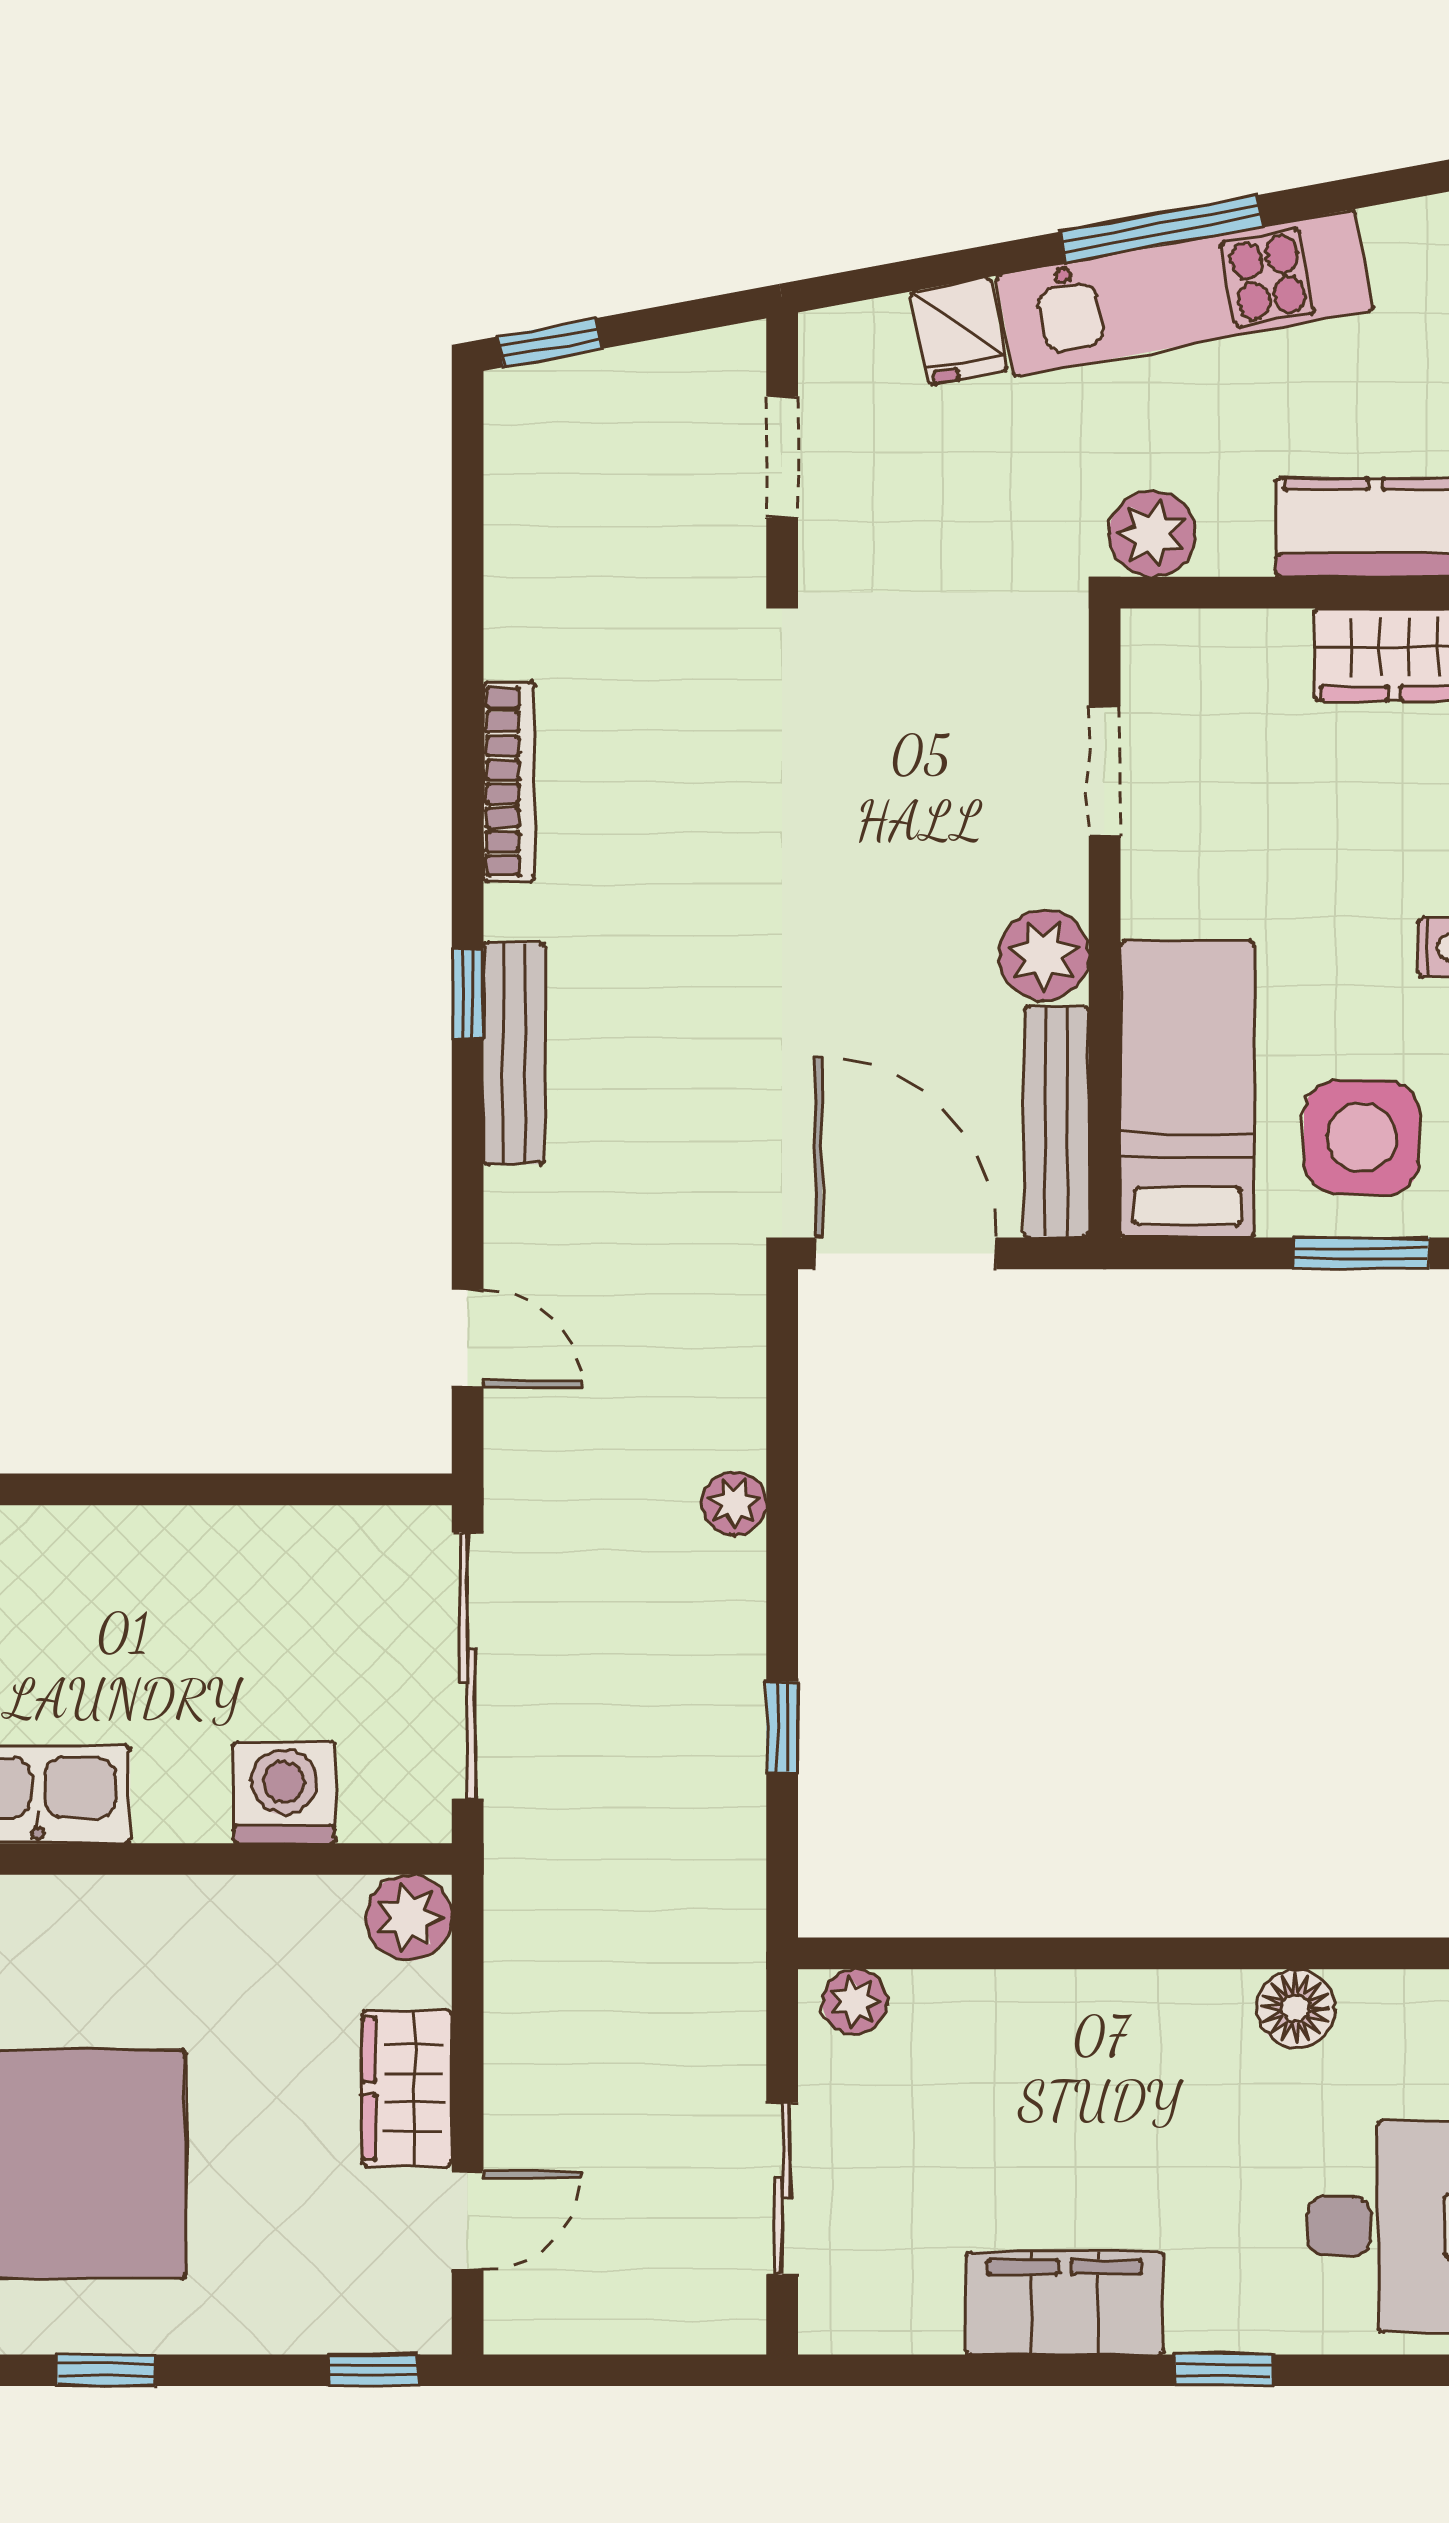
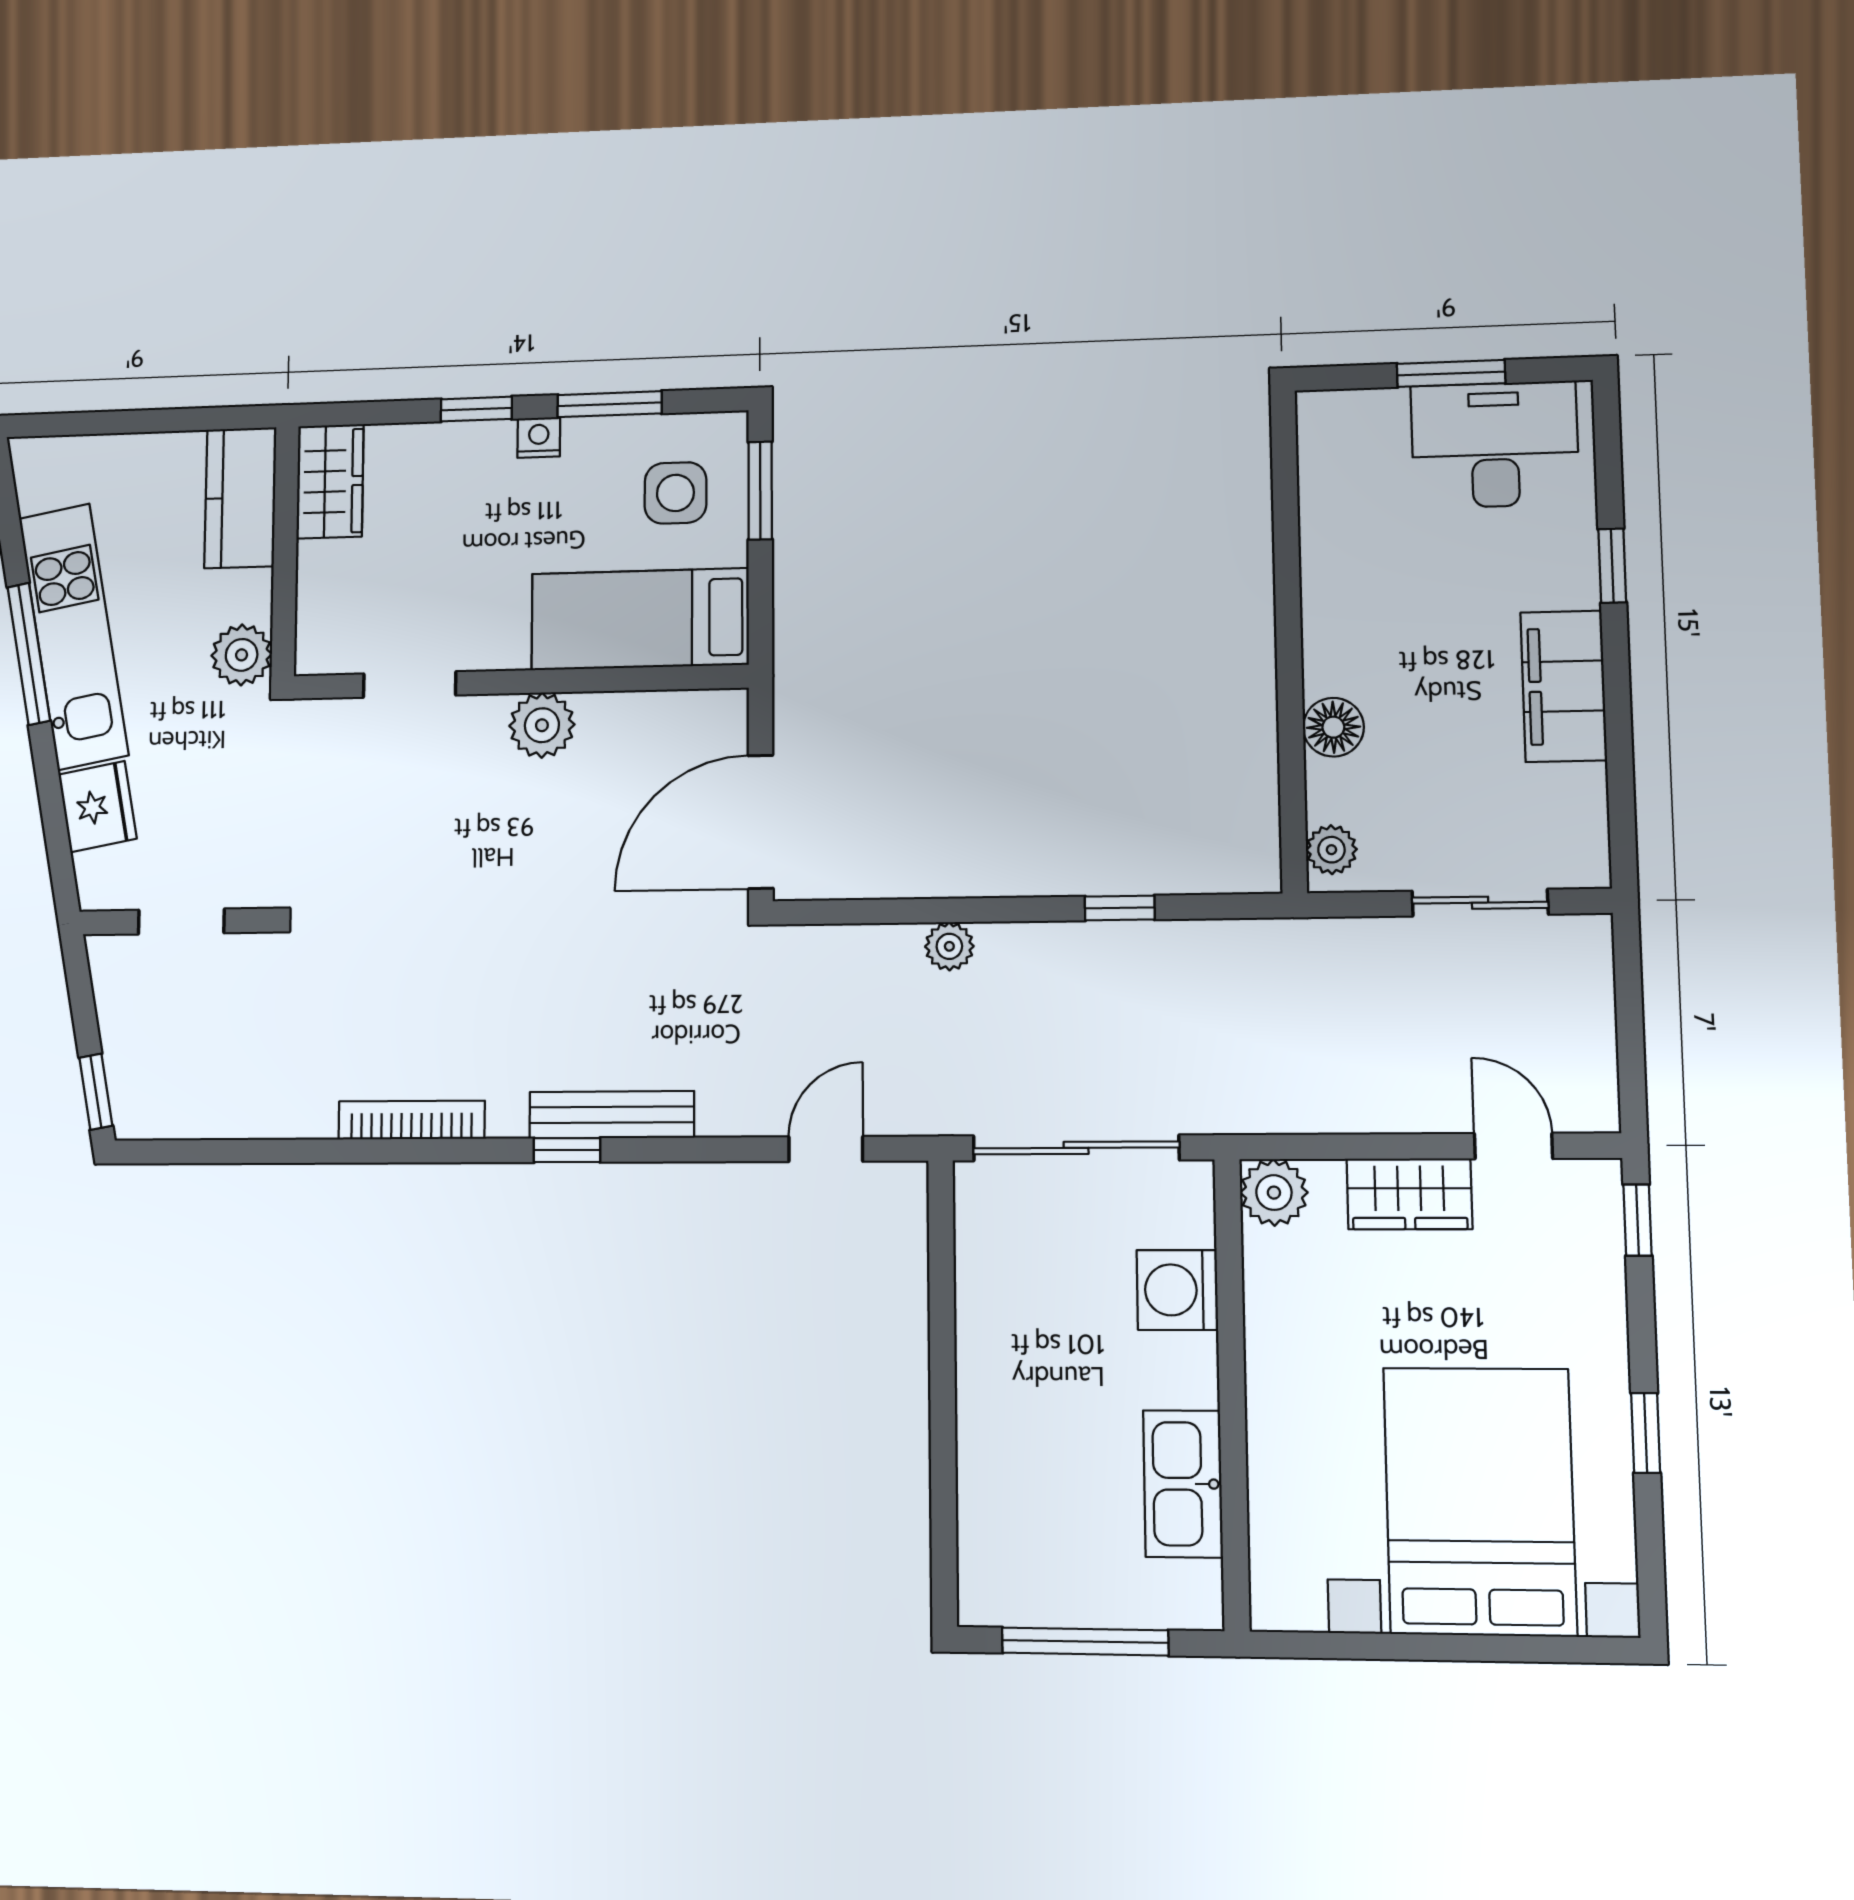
fridge: (959, 331) -> (98, 807), width x1.38
bench: (1057, 1122) -> (664, 713), removed
side table: (1362, 1137) -> (675, 493), width x0.73, depth x0.73
floor lamp: (1296, 2008) -> (1333, 727), moved

